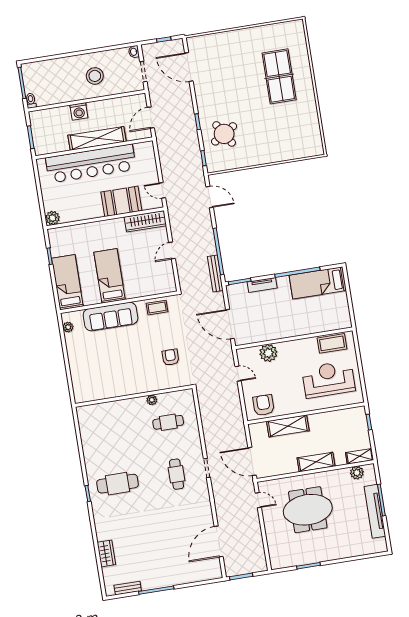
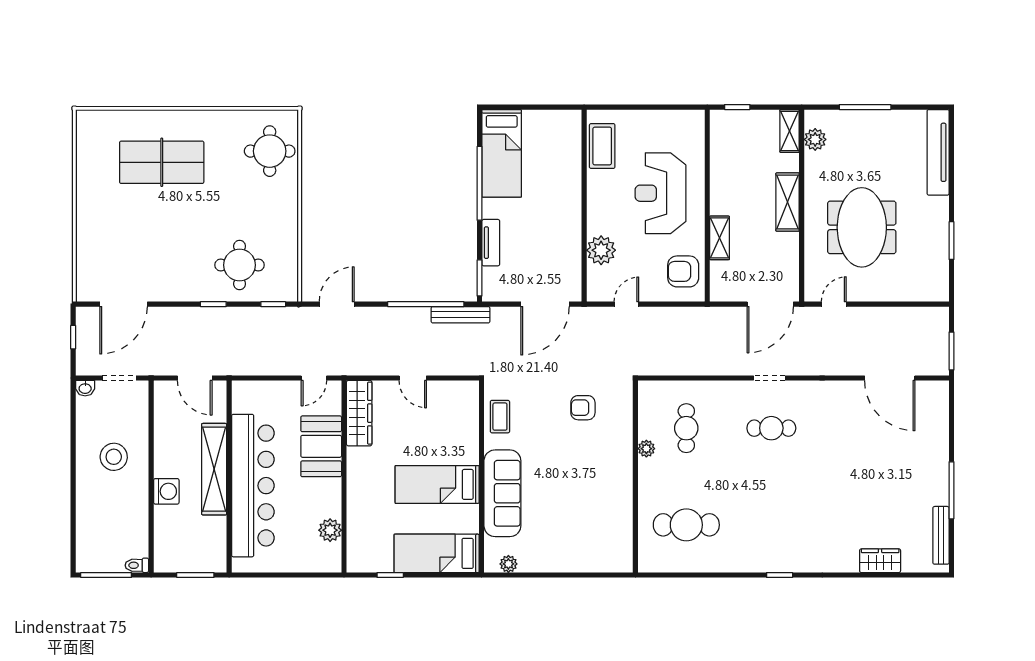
round table: (224, 134) -> (240, 265), turned 32
round table: (296, 141) -> (270, 151), added
plant: (52, 218) -> (330, 530), moved
reception desk: (328, 379) -> (661, 193), moved
shelving: (288, 426) -> (720, 238), width x0.67, depth x0.75
cafe table: (118, 484) -> (686, 525), moved, turned 90
tv unit: (375, 511) -> (938, 152), moved, turned 90
bench: (128, 588) -> (941, 535), width x1.36

